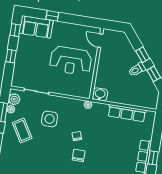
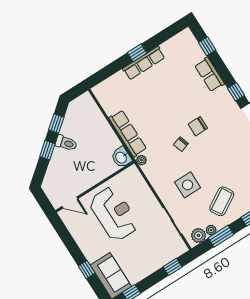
door: (100, 41) -> (70, 203), hinge flipped
window: (11, 56) -> (173, 267), moved
row of seats: (127, 113) -> (128, 133), moved

